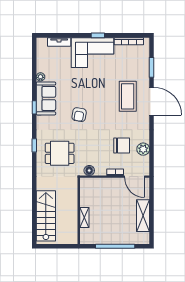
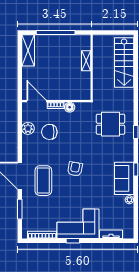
armchair: (79, 115) -> (75, 169), moved
floor lamp: (89, 170) -> (70, 107), moved
shelving: (143, 216) -> (28, 50), moved

